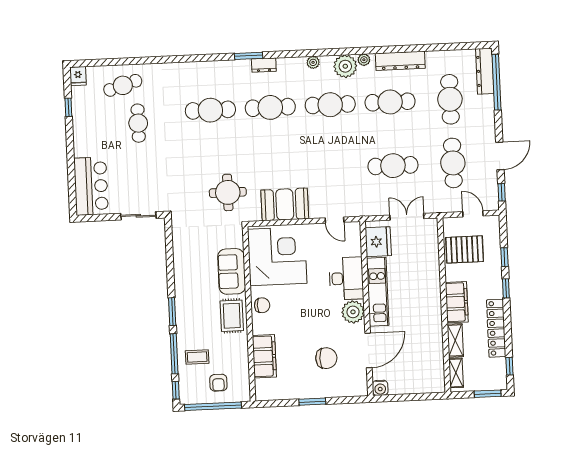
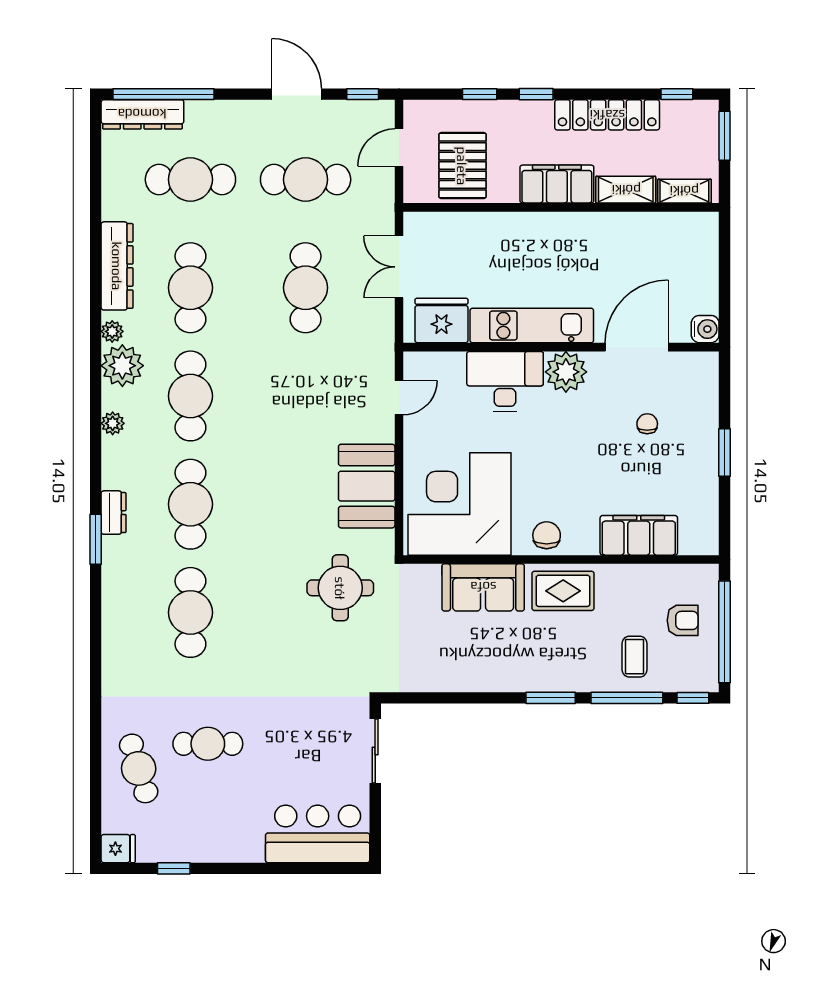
door: (368, 350) -> (637, 347), hinge flipped
chair: (326, 358) -> (647, 424), width x0.54, depth x0.54

